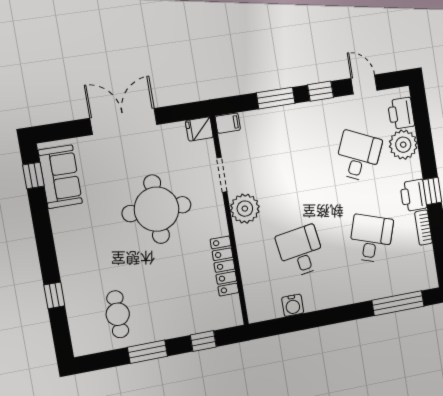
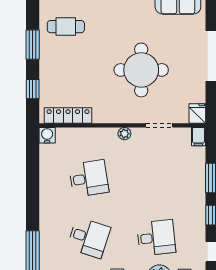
desk: (358, 156) -> (156, 238), turned -30
plant: (245, 209) -> (124, 134), width x0.53, depth x0.53
locker: (224, 266) -> (68, 116), moved
water cooler: (293, 305) -> (47, 135), moved, turned 90

